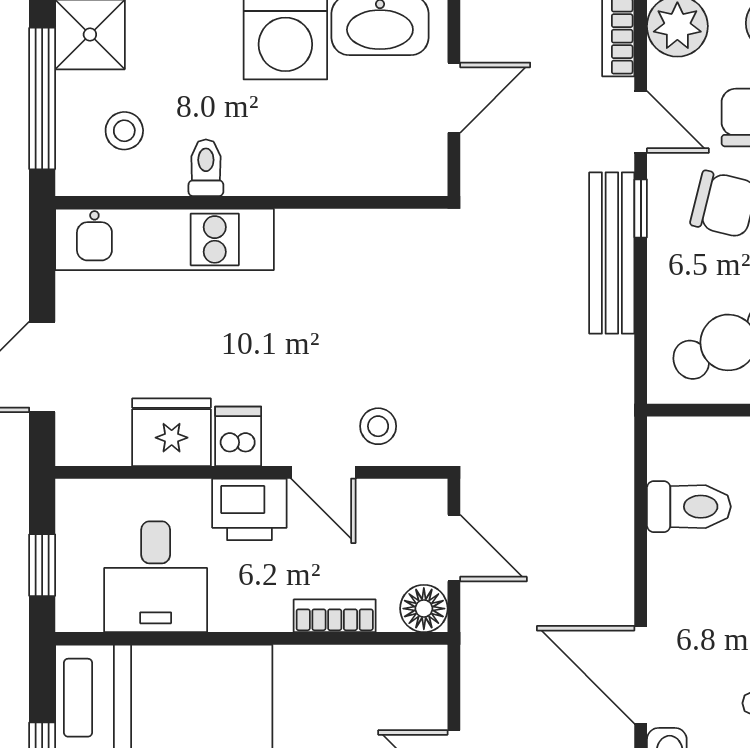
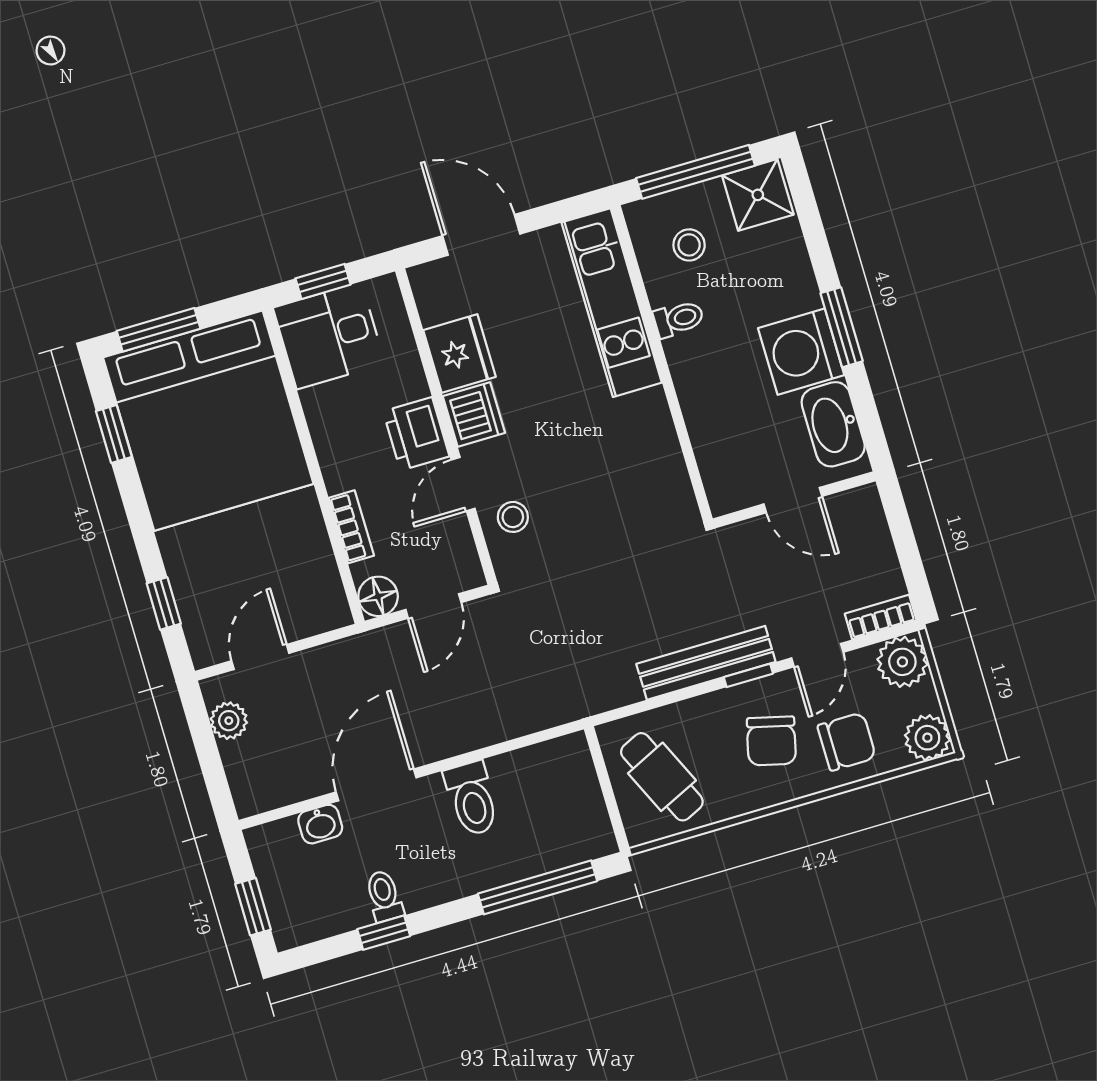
dishwasher: (238, 436) -> (474, 415), width x1.38
toilet: (689, 507) -> (472, 799), moved
desk: (156, 577) -> (329, 336), moved

